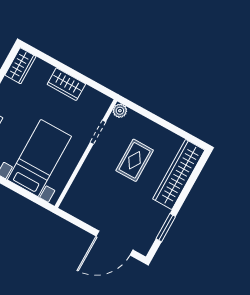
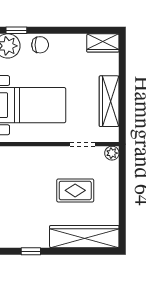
wardrobe: (66, 84) -> (109, 101), width x1.50
window: (166, 228) -> (31, 251), width x0.67

